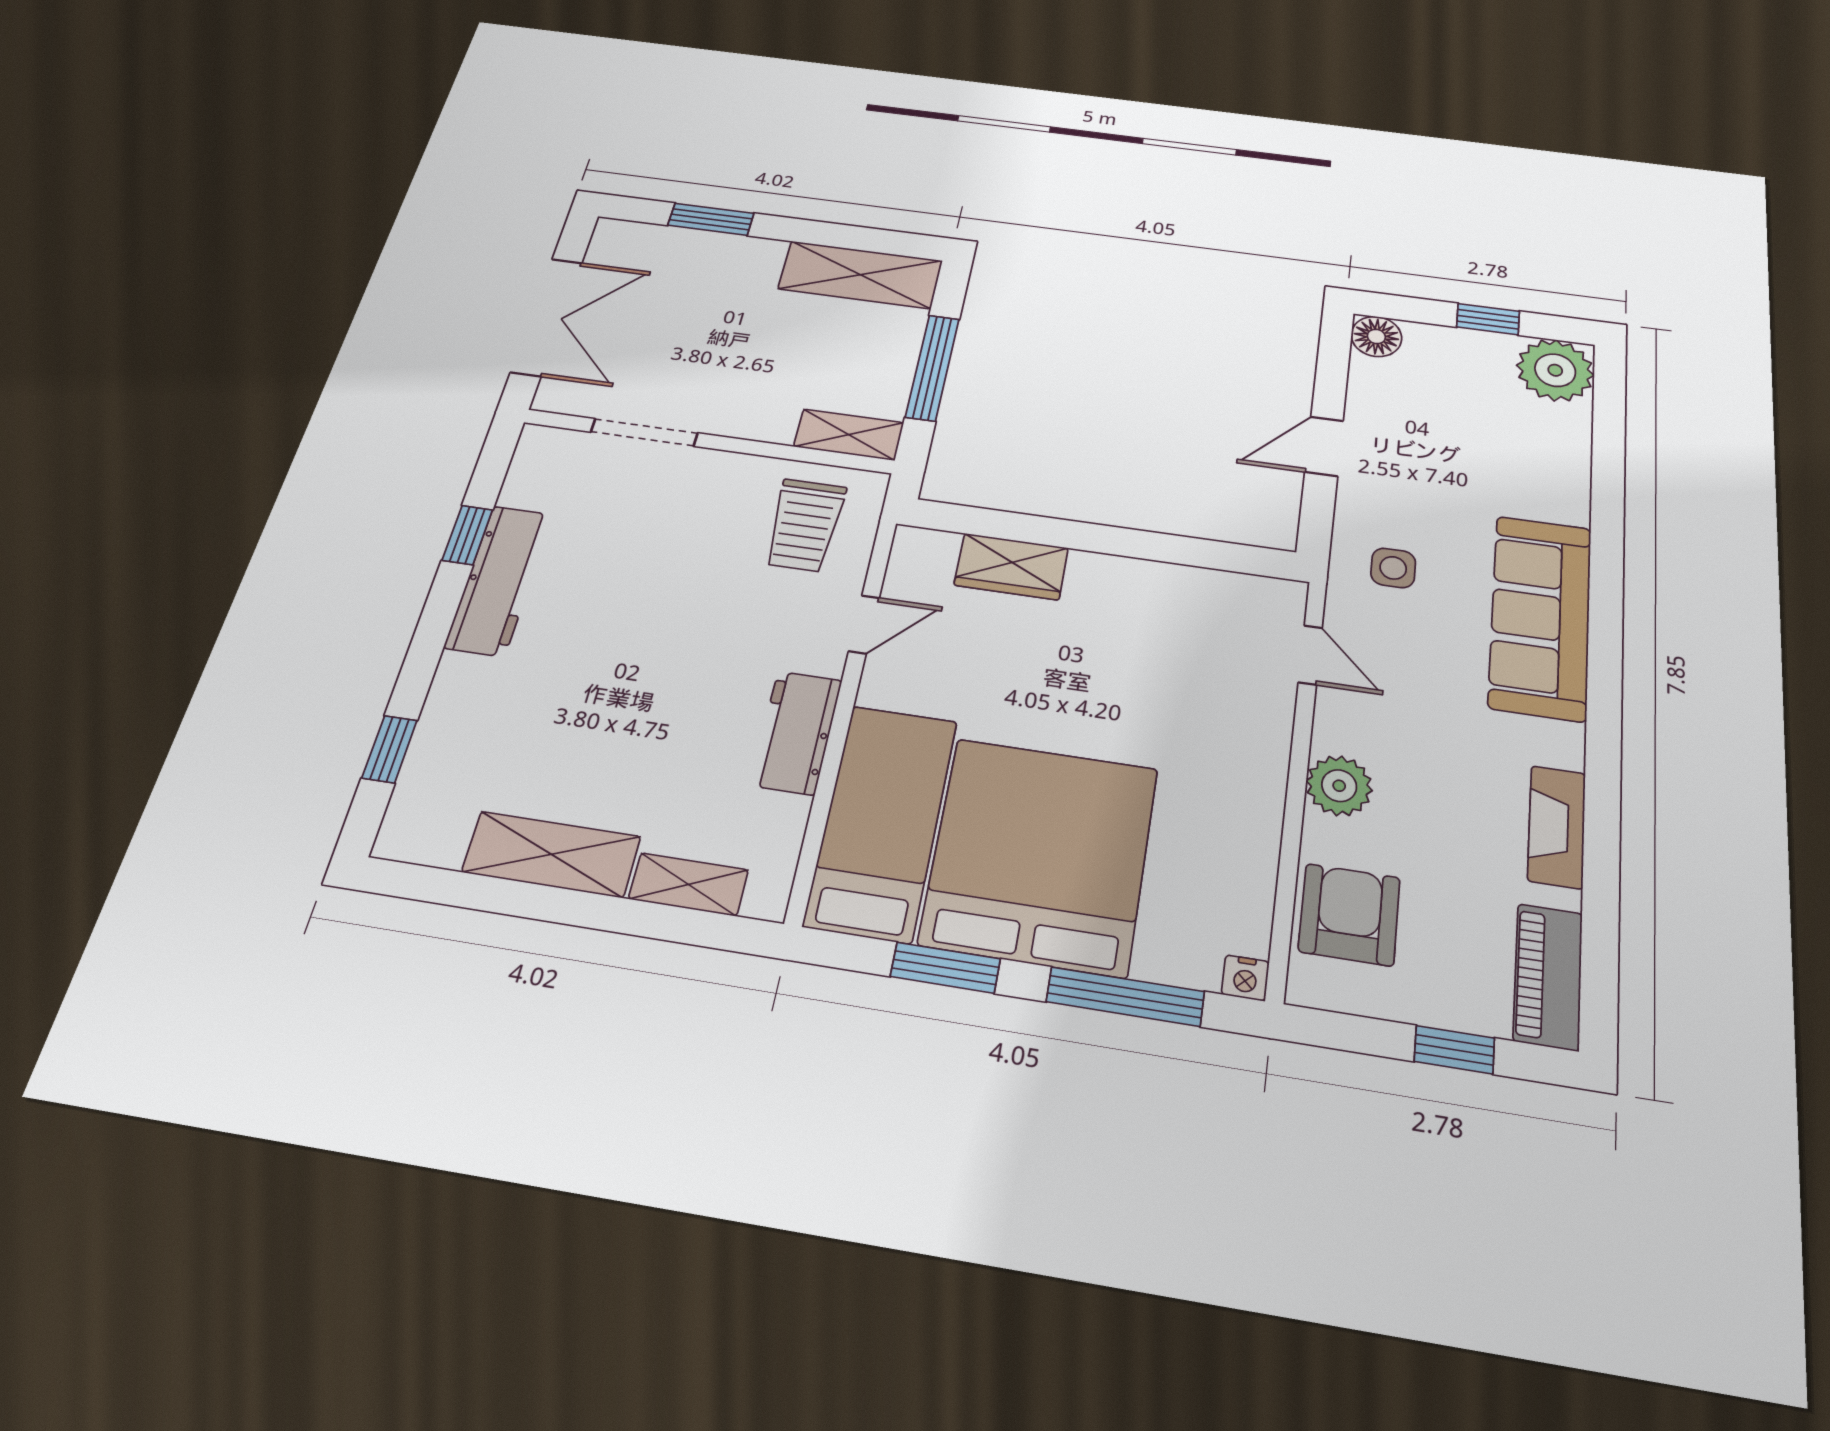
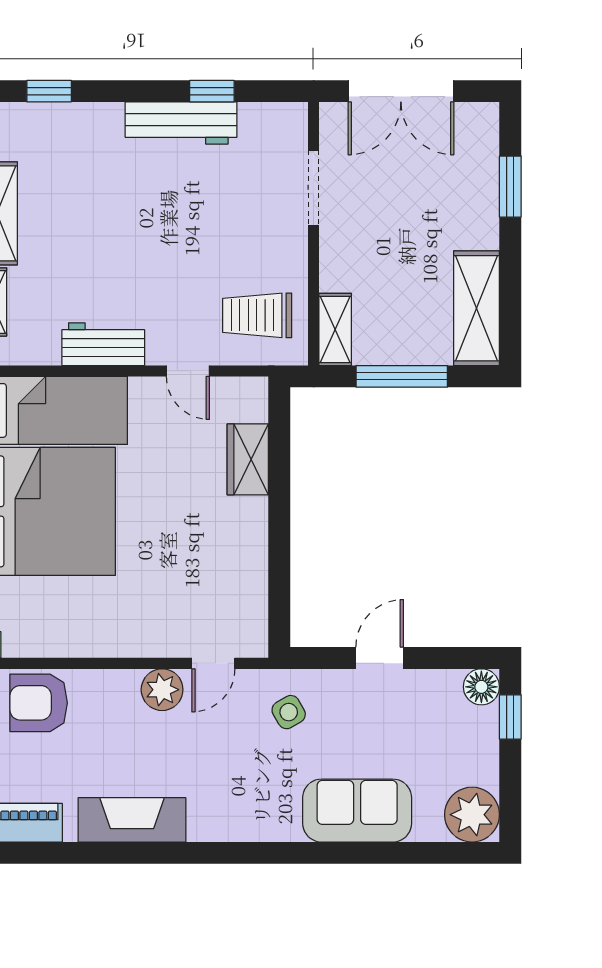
window: (1488, 319) -> (510, 717), moved
door: (1324, 446) -> (380, 658), hinge flipped
side table: (1393, 568) -> (289, 712), turned -30
sofa: (1540, 617) -> (357, 811), moved, width x0.73
plant: (1339, 786) -> (162, 690), moved
fireplace: (1557, 827) -> (132, 820), width x1.37, depth x1.32
armchair: (1349, 914) -> (39, 703), turned 180

